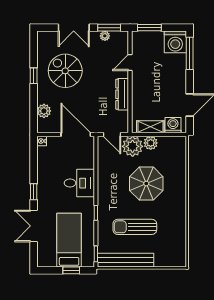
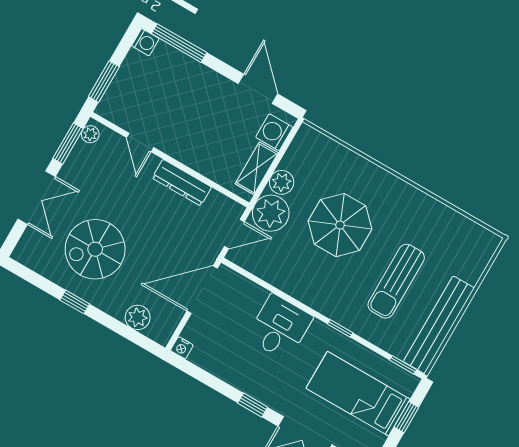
plant: (105, 36) -> (90, 134), moved
washing machine: (175, 42) -> (145, 42), width x0.53, depth x0.53

